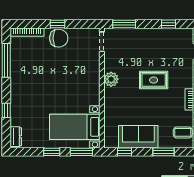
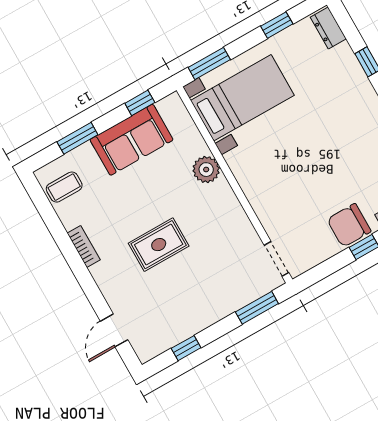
plant: (111, 79) -> (206, 170), moved
window: (52, 152) -> (277, 25), moved

